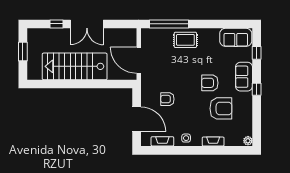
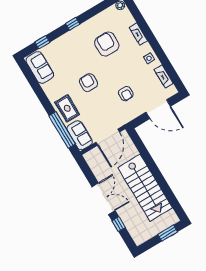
window: (23, 52) -> (168, 233), moved
sofa: (244, 77) -> (80, 135), moved, turned -90
armchair: (210, 83) -> (88, 83), moved, turned 180
door: (137, 119) -> (158, 109), swing flipped

